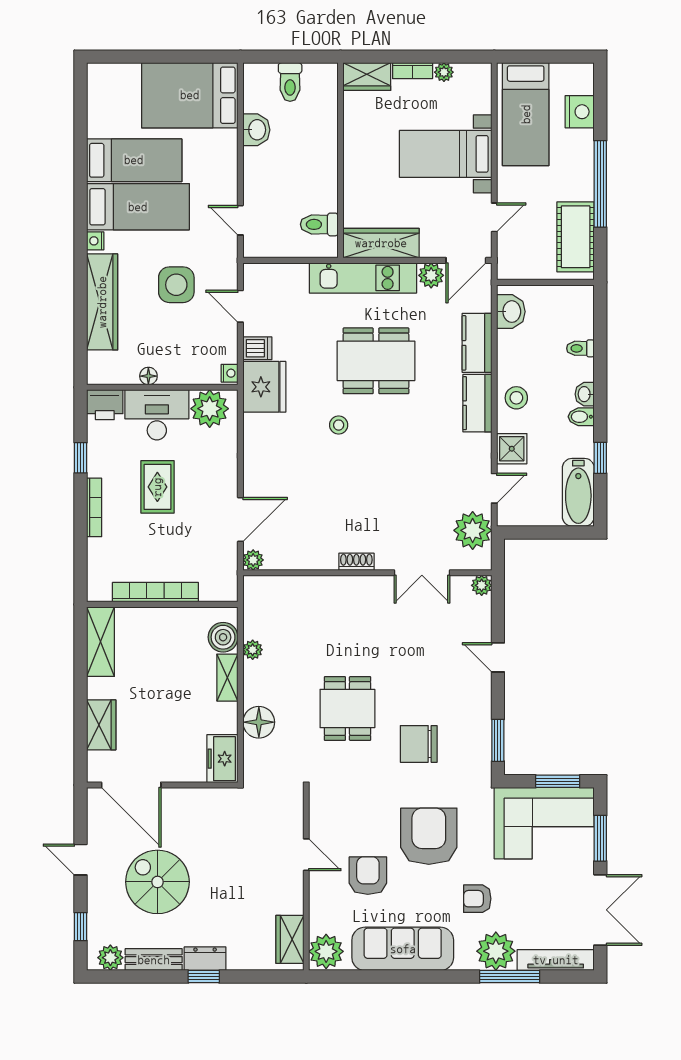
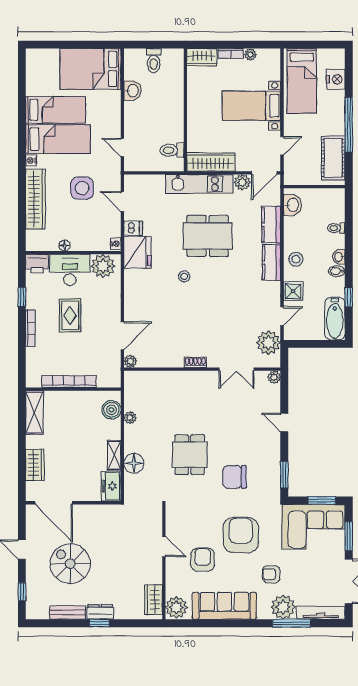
shelving: (227, 678) -> (114, 455), moved
plant: (110, 958) -> (41, 611), removed

